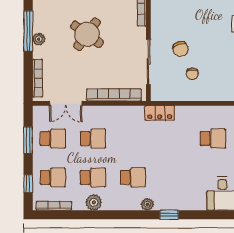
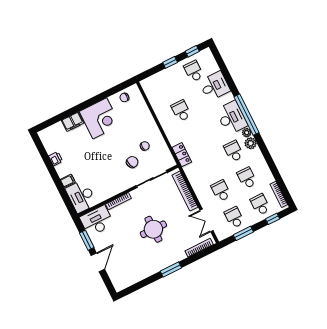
window: (28, 31) -> (171, 270), width x0.69
round table: (87, 34) -> (153, 229), turned -36
plant: (39, 39) -> (173, 260), removed
double door: (66, 103) -> (207, 220), swing flipped
desk: (174, 195) -> (232, 118), added
plant: (94, 202) -> (251, 143), moved
window: (169, 215) -> (246, 115), width x3.17

